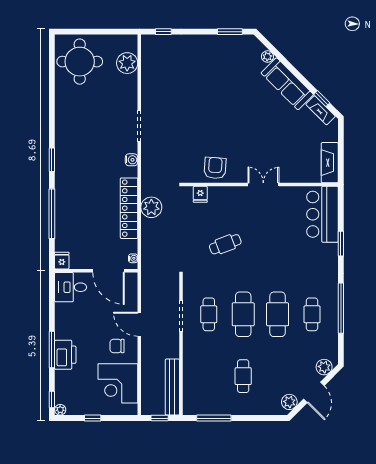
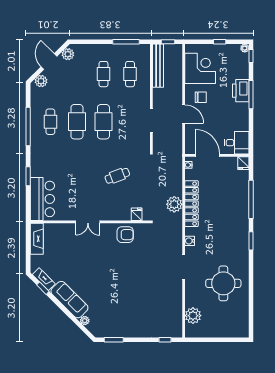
round table: (80, 62) -> (223, 283), moved
armchair: (215, 168) -> (125, 235), turned -94
cafe table: (209, 314) -> (130, 74), moved

